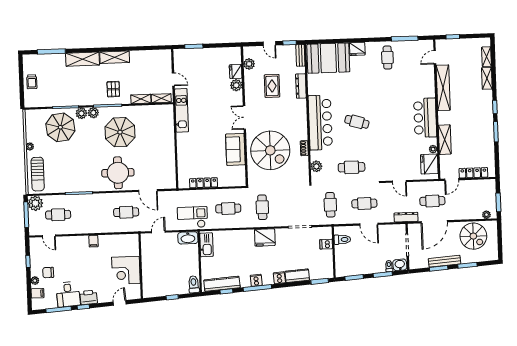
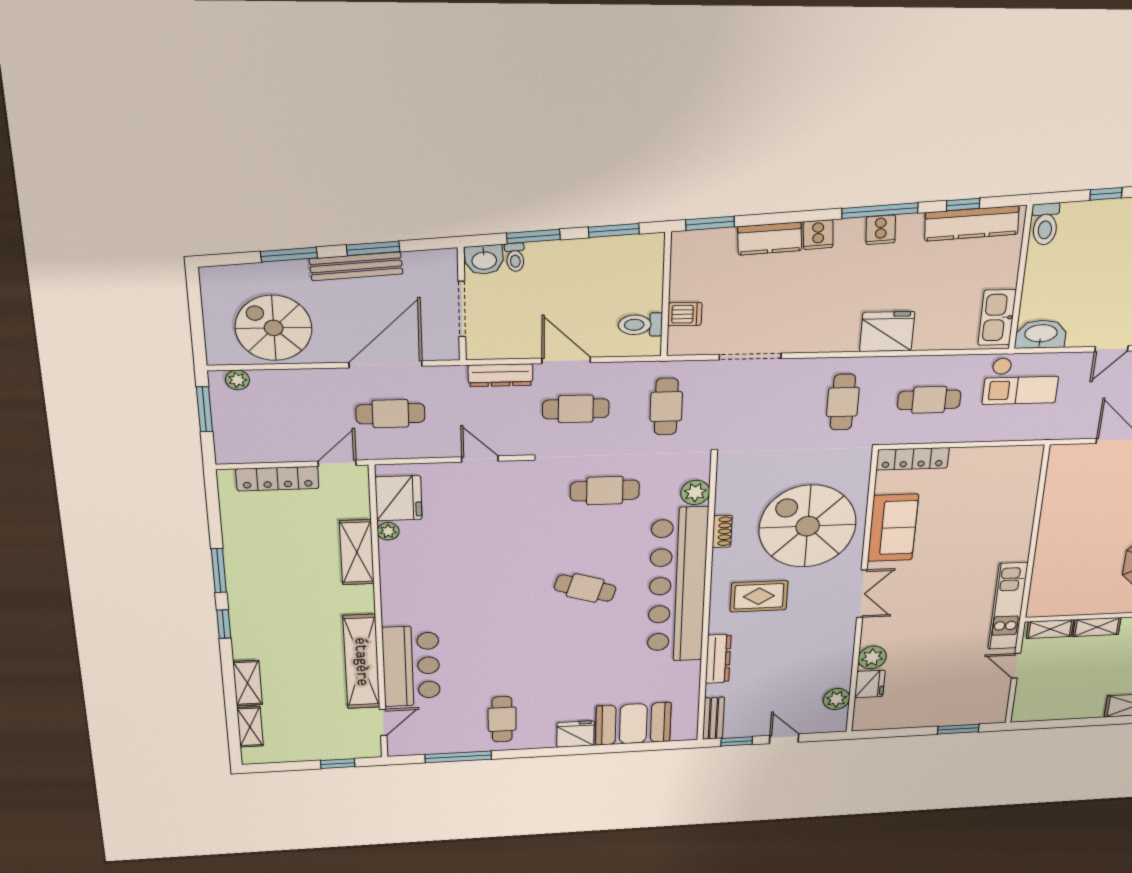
booth: (328, 58) -> (633, 724), width x0.73, depth x0.70
rug: (272, 86) -> (759, 596), moved, turned 90
bar counter: (425, 118) -> (411, 666), moved
bar counter: (320, 123) -> (677, 586), width x1.36
locker: (204, 183) -> (913, 459), moved
dresser: (406, 217) -> (500, 375), moved
fridge: (265, 237) -> (887, 332), moved

